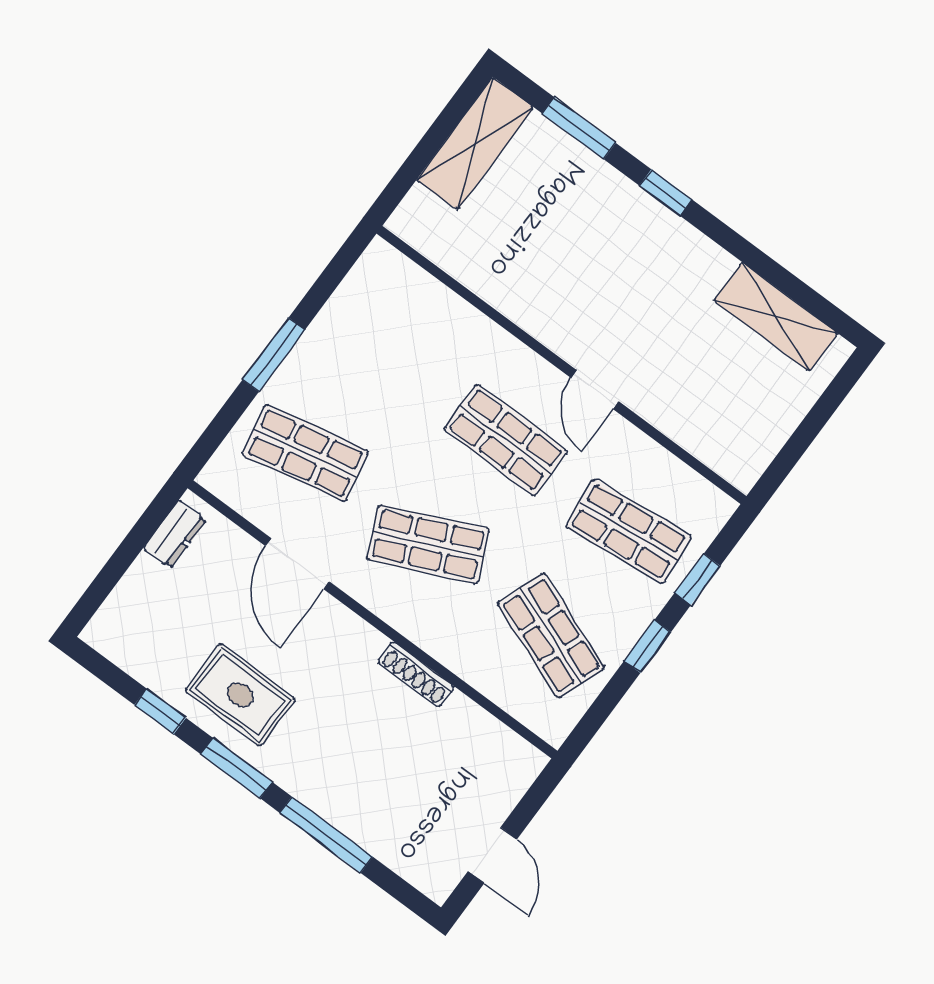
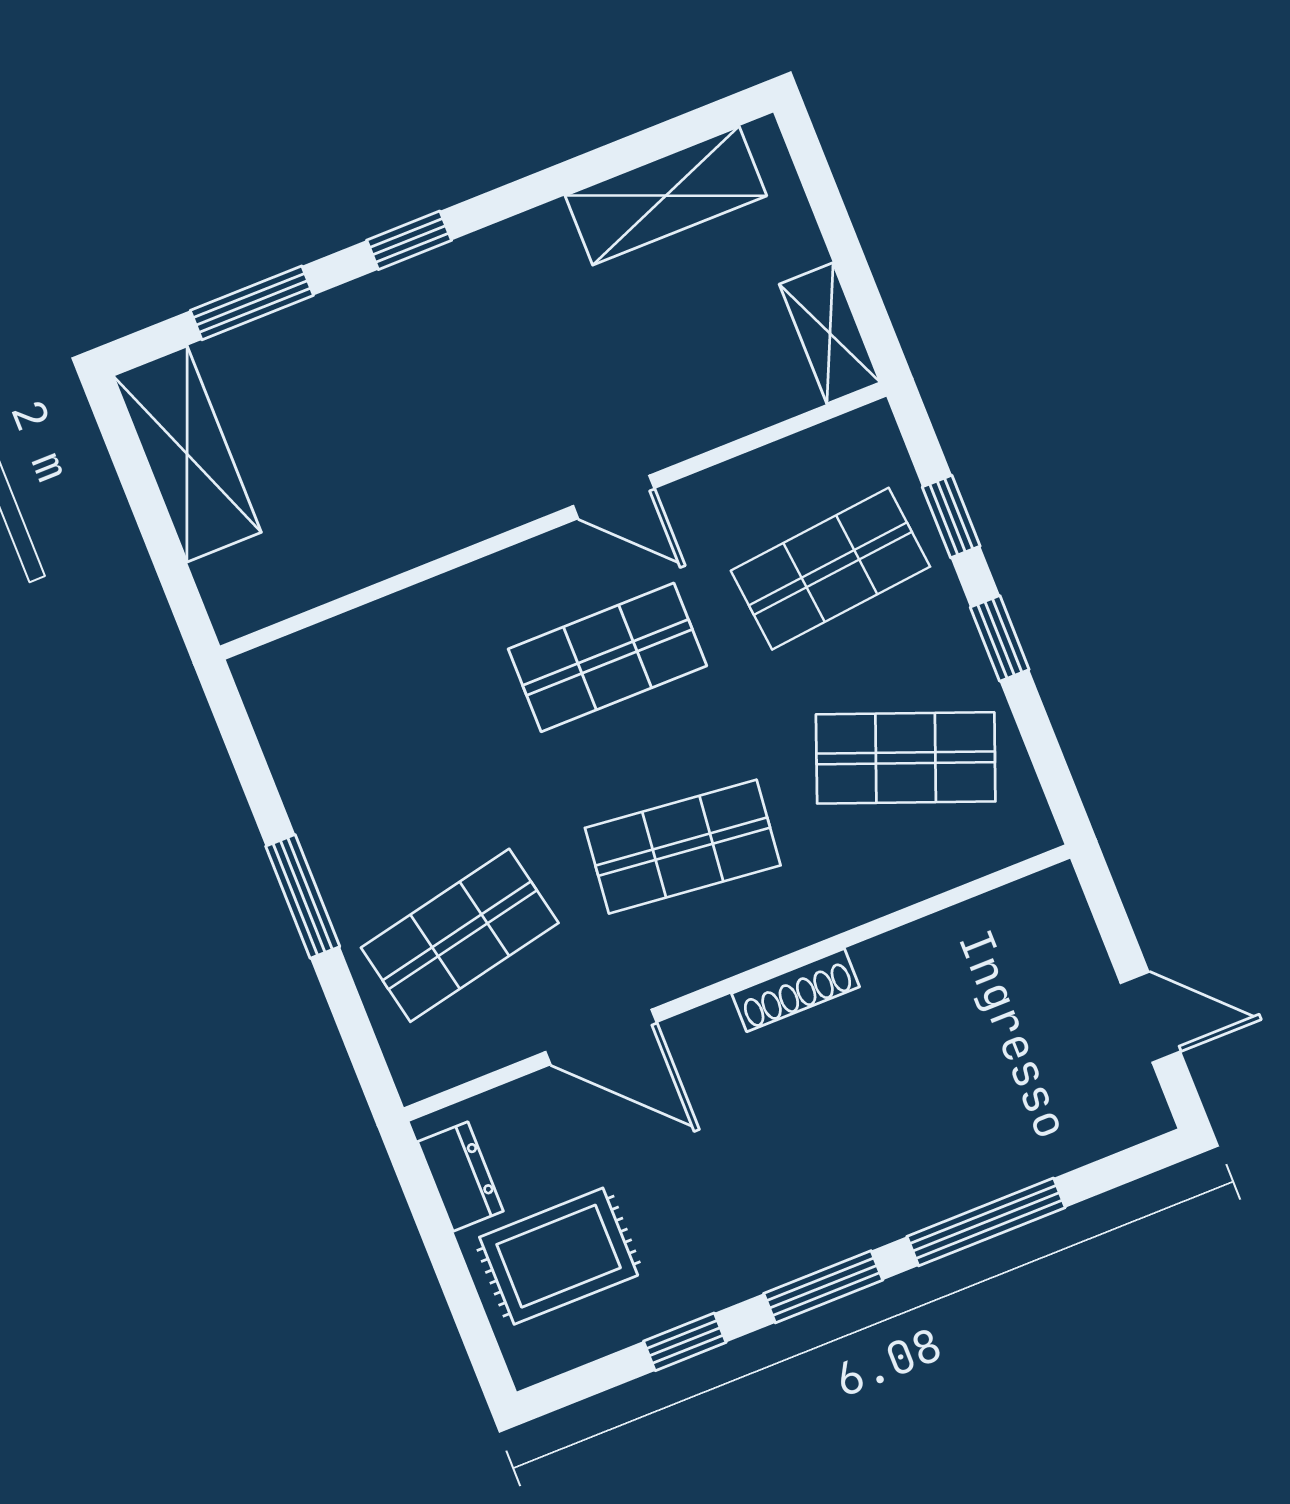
shelving: (756, 452) -> (830, 333), added
shop shelf: (428, 544) -> (683, 847), turned 30
shoe rack: (416, 674) -> (796, 990), moved
rug: (240, 695) -> (559, 1256), moved

